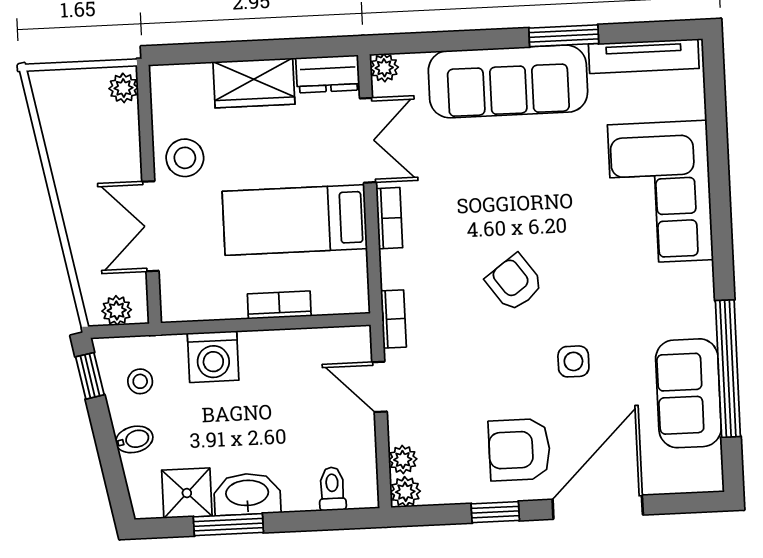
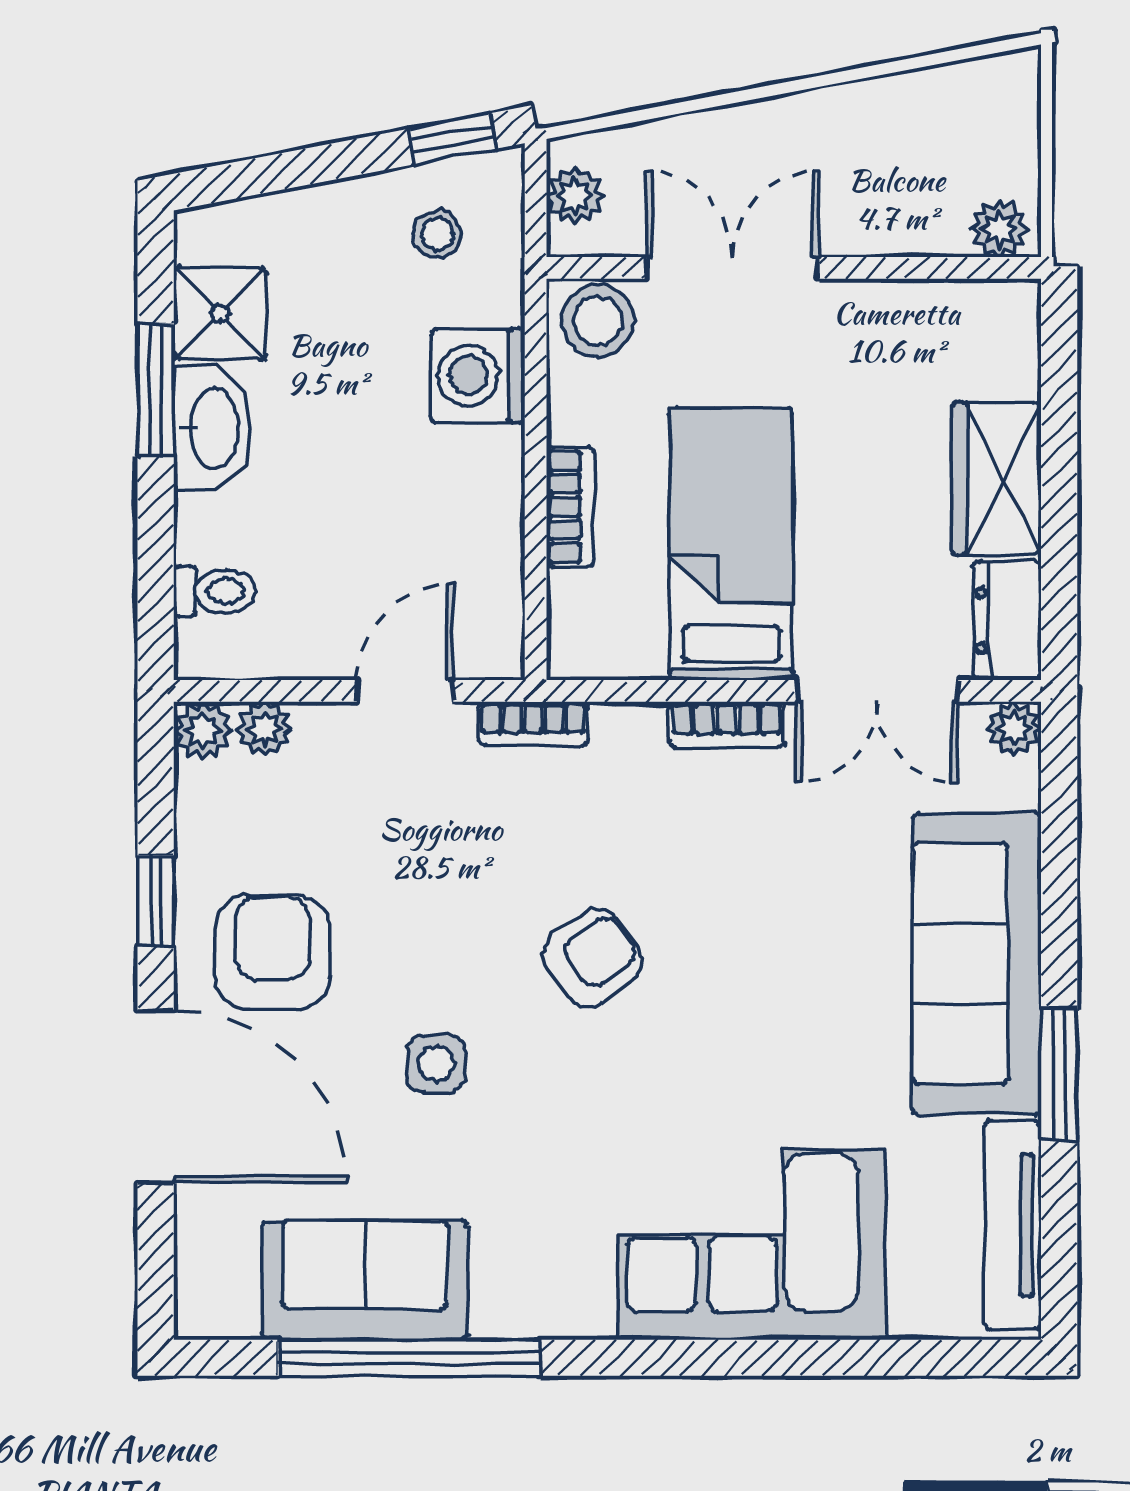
stool: (185, 158) -> (598, 321), moved
bidet: (134, 439) -> (327, 218), removed

